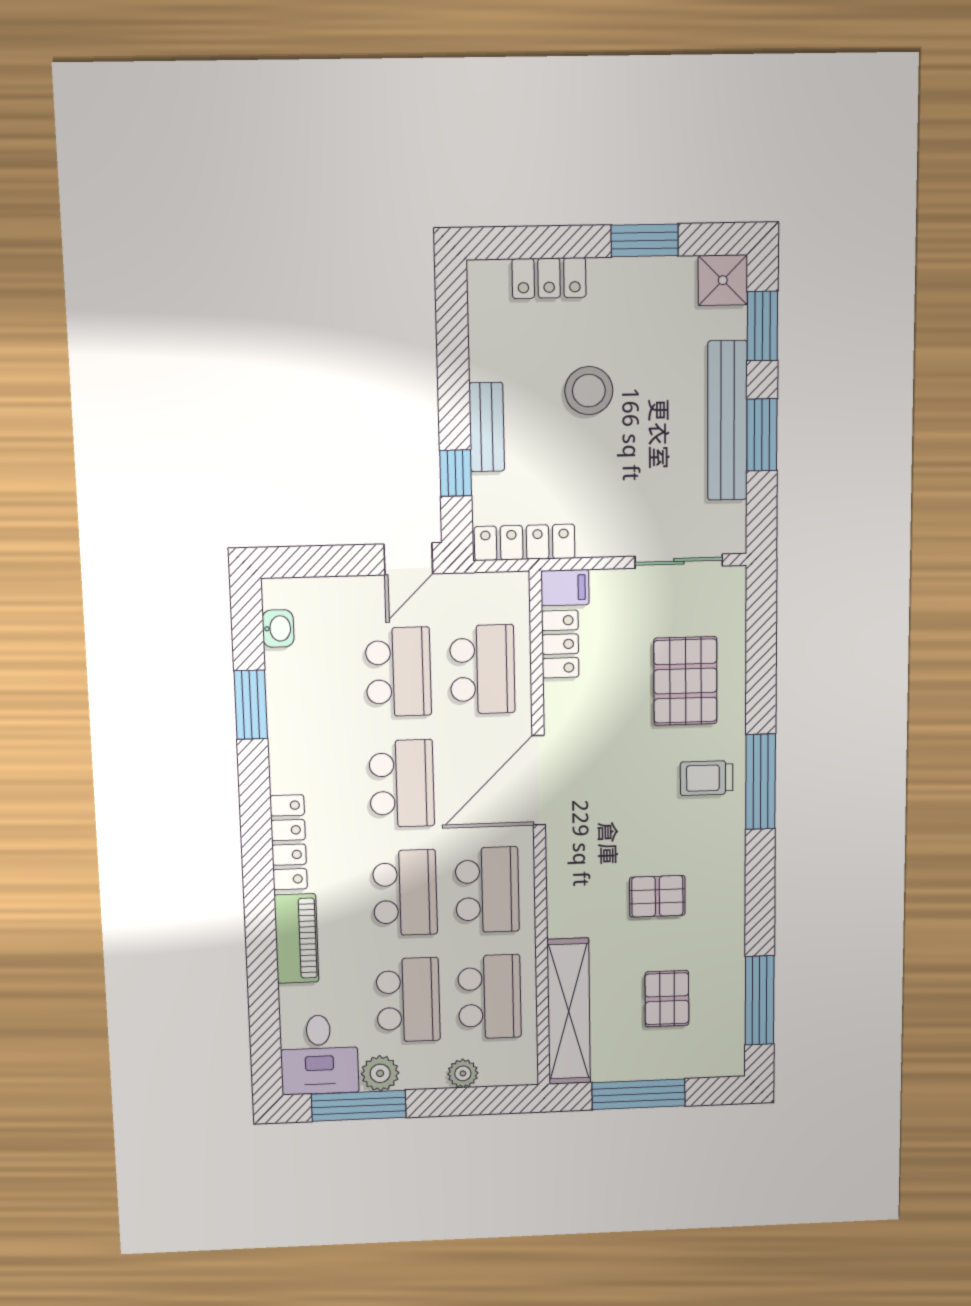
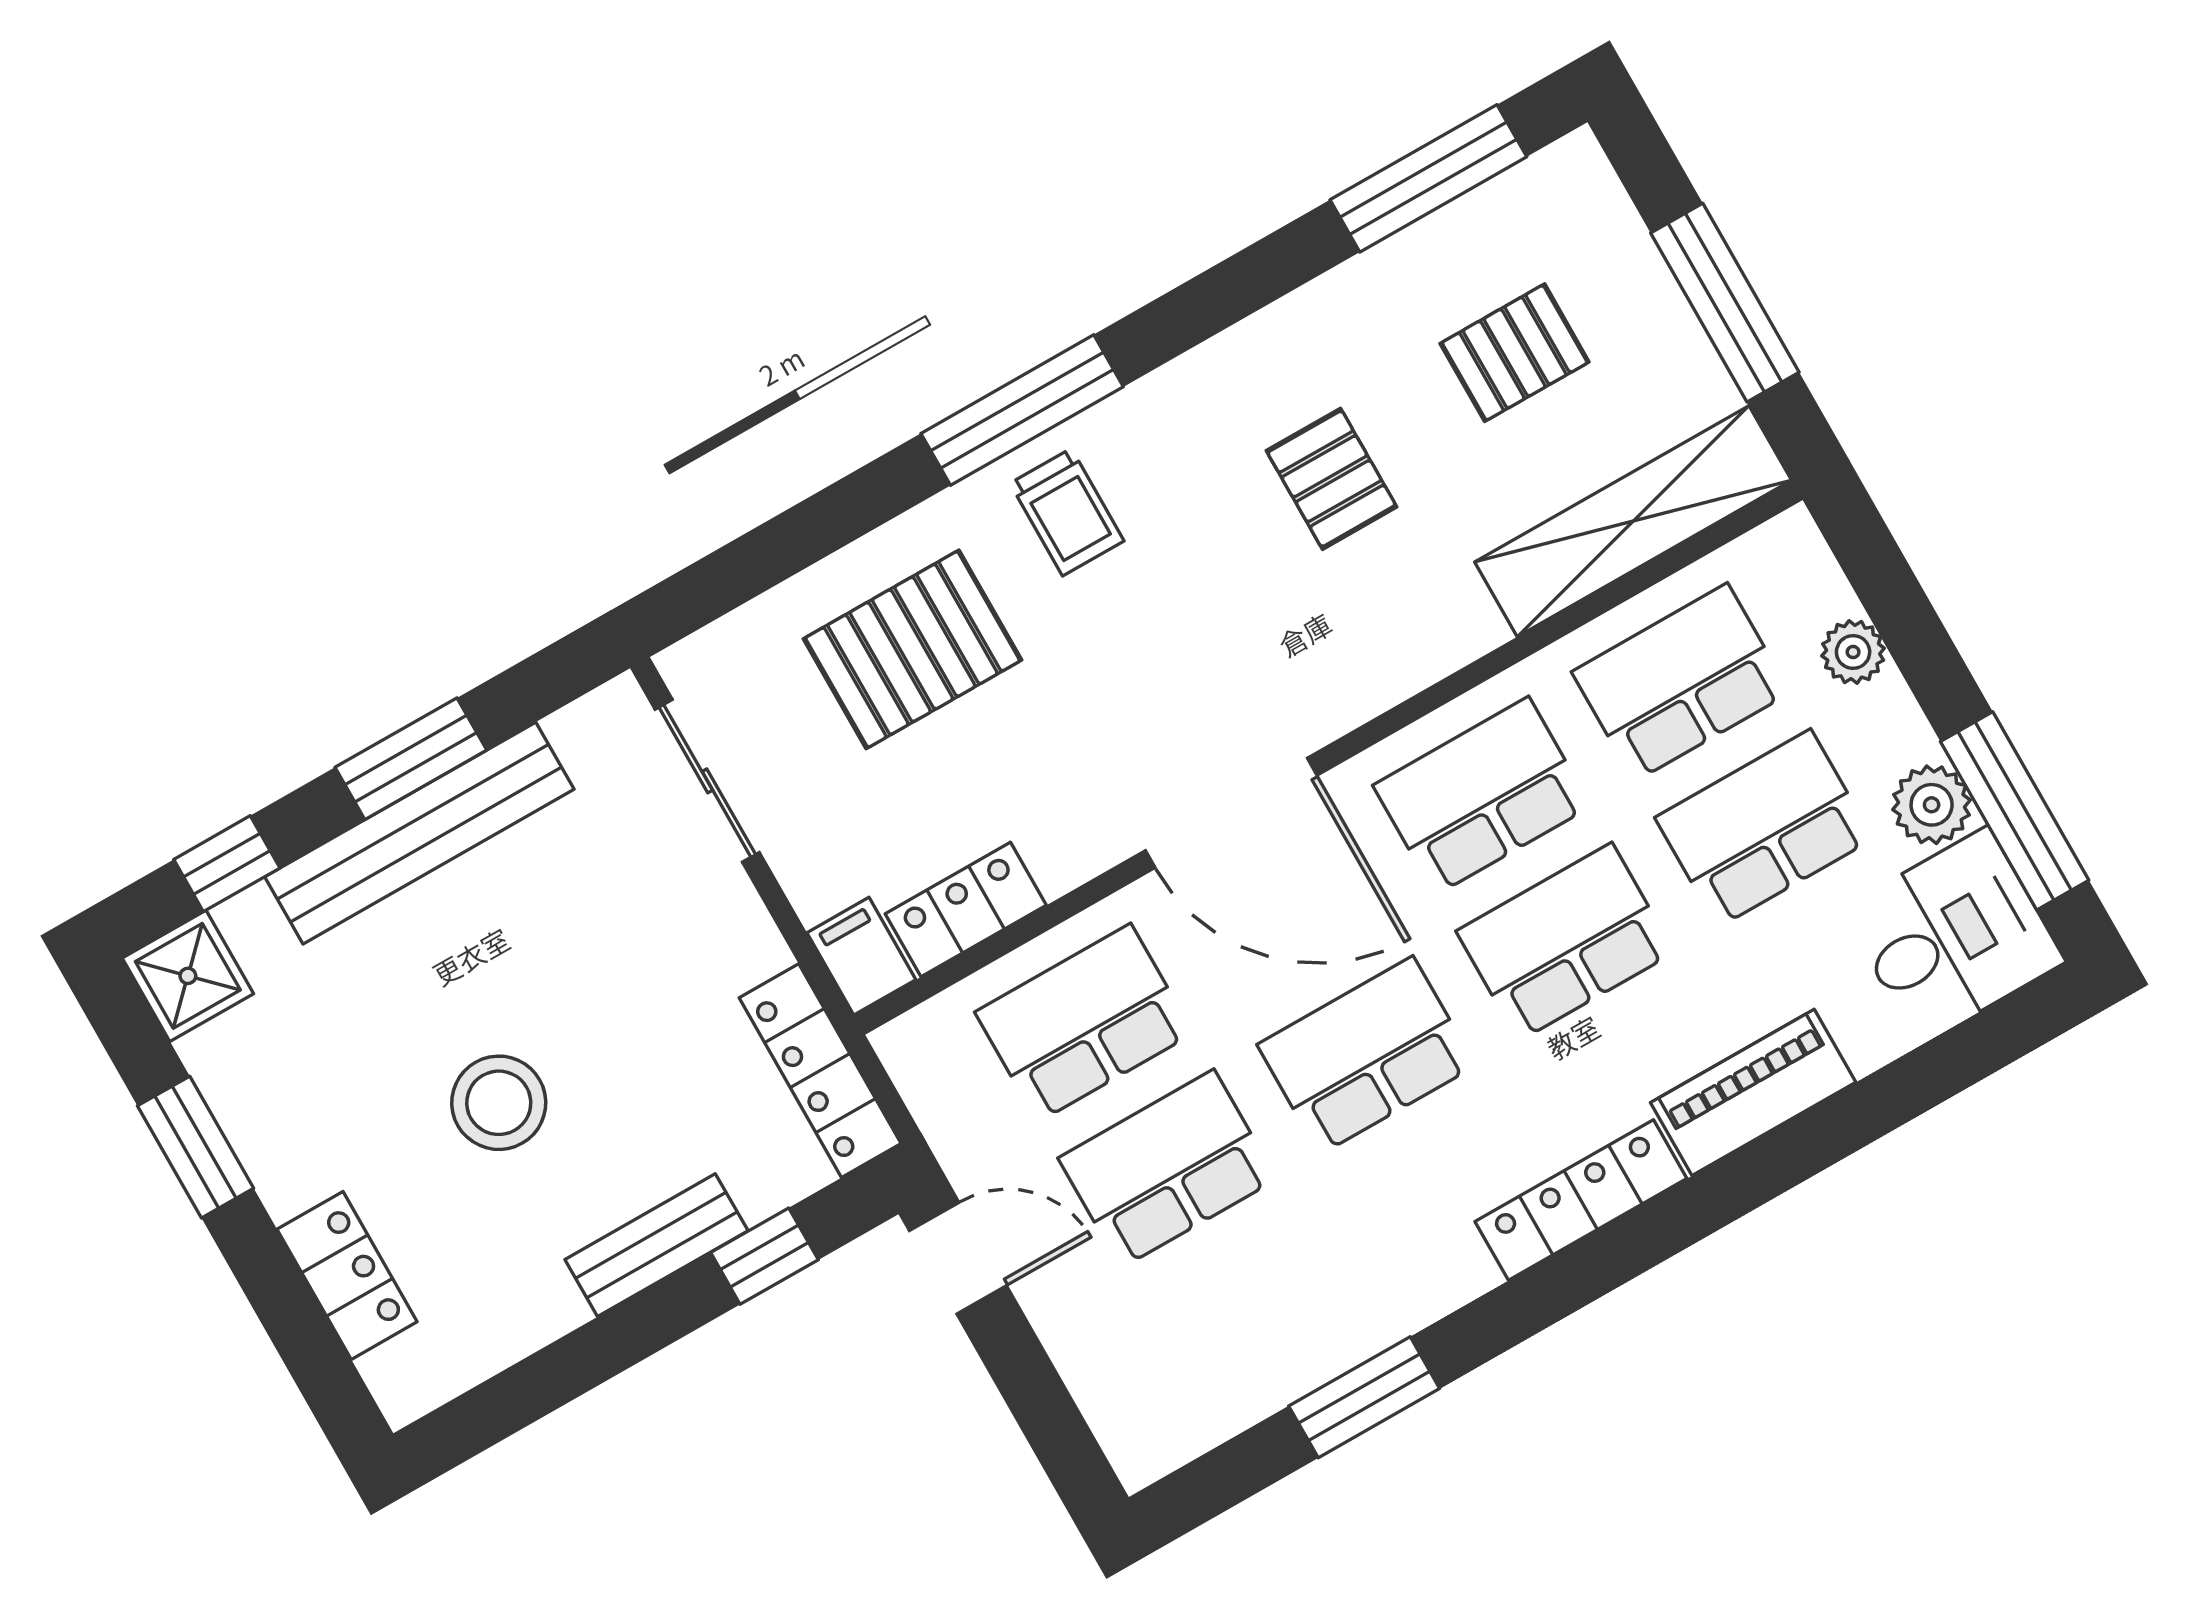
window: (762, 326) -> (227, 864), width x0.67
washbasin: (278, 628) -> (1202, 1420), removed

